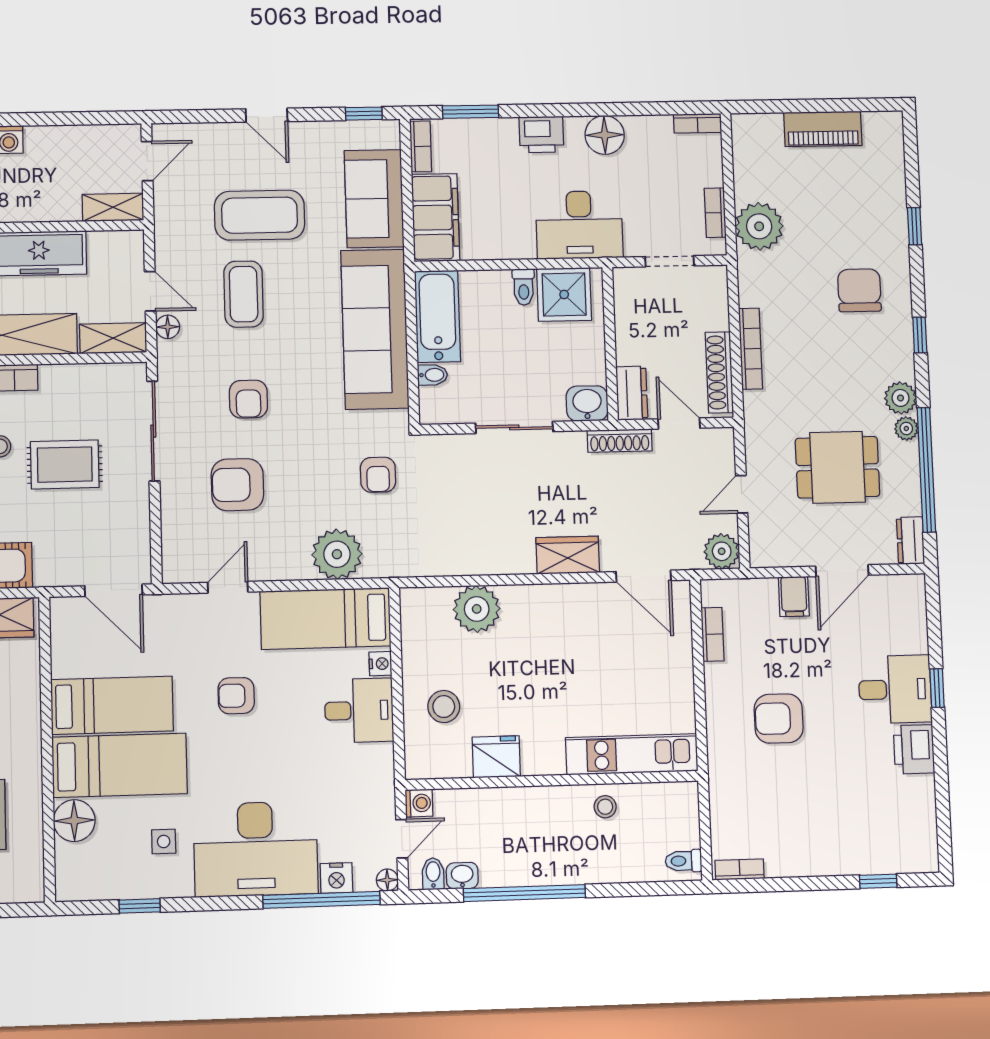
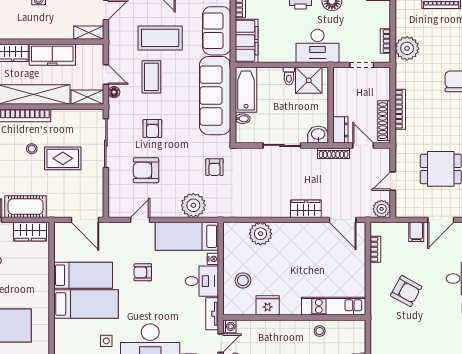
armchair: (779, 718) -> (406, 291), turned -151
tv unit: (382, 778) -> (212, 314), added
floor lamp: (74, 821) -> (64, 330), removed

